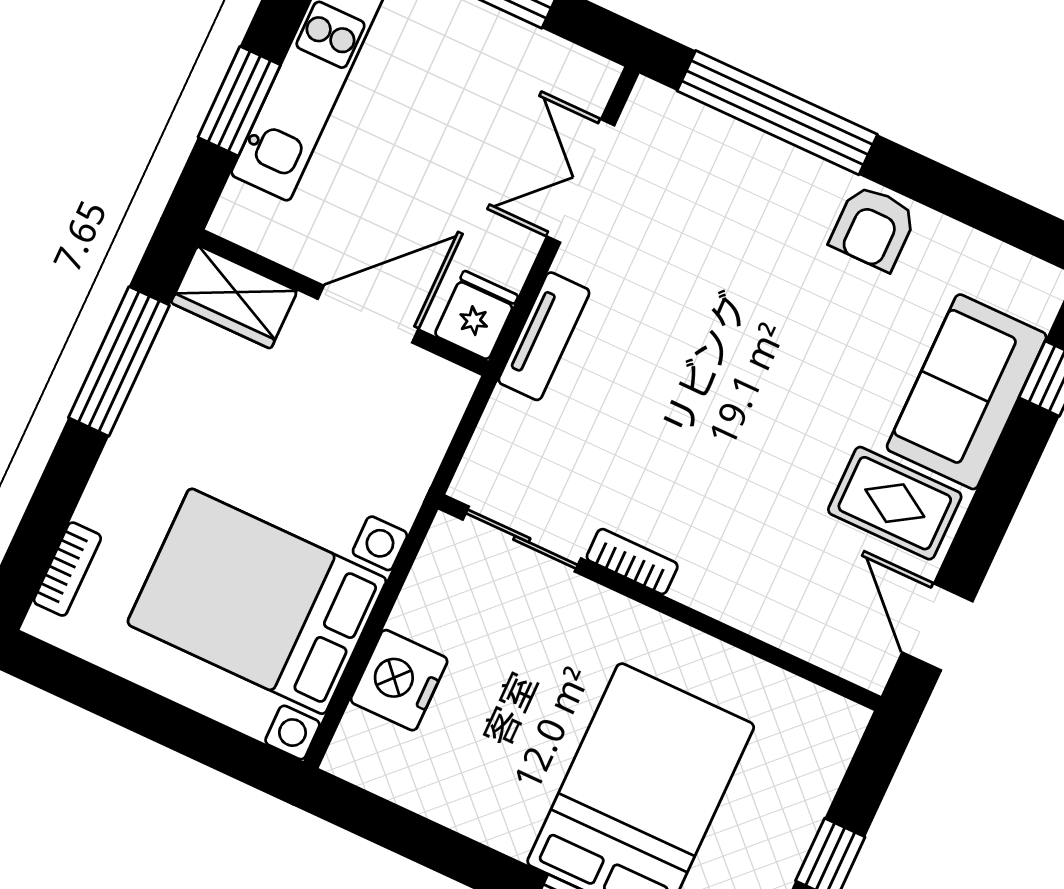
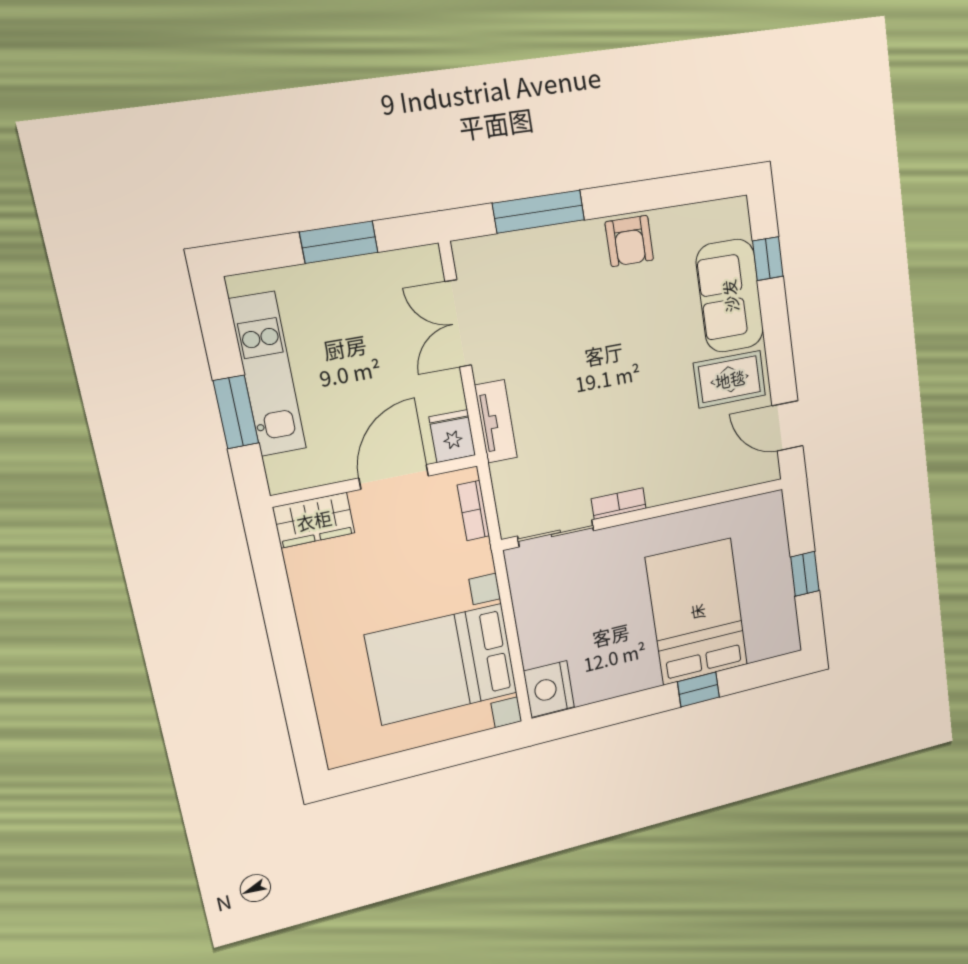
window: (777, 113) -> (539, 212), width x0.68
window: (119, 361) -> (276, 599), removed
bookcase: (67, 569) -> (473, 511), moved, turned 180
nightstand: (399, 680) -> (549, 689), moved

